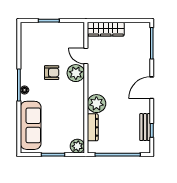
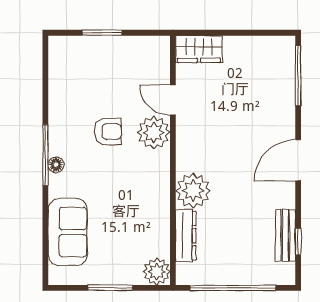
wardrobe: (106, 29) -> (199, 49), width x0.67
sofa: (31, 125) -> (68, 232), width x0.73

